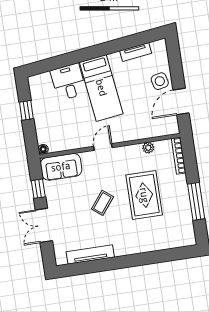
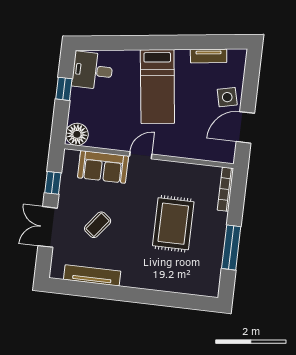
desk: (68, 82) -> (92, 71), moved, turned -83
plant: (148, 148) -> (193, 170), removed
floor lamp: (43, 149) -> (77, 134), width x1.89, depth x1.89
sofa: (61, 167) -> (103, 167), moved
coffee table: (102, 203) -> (98, 225), moved

